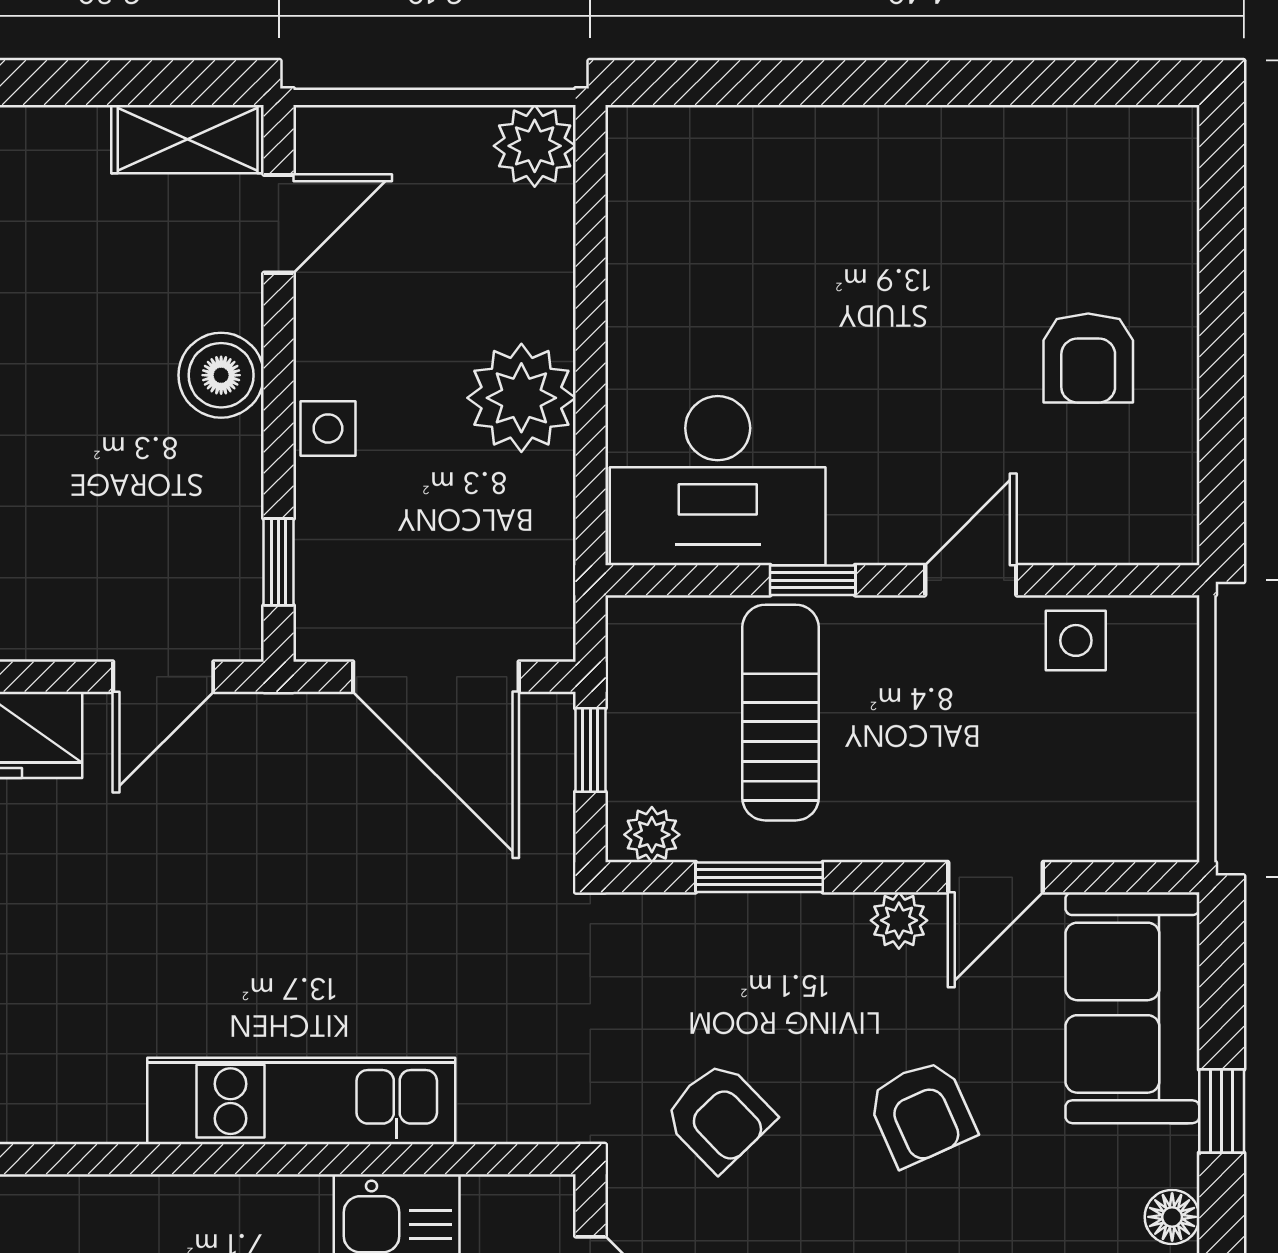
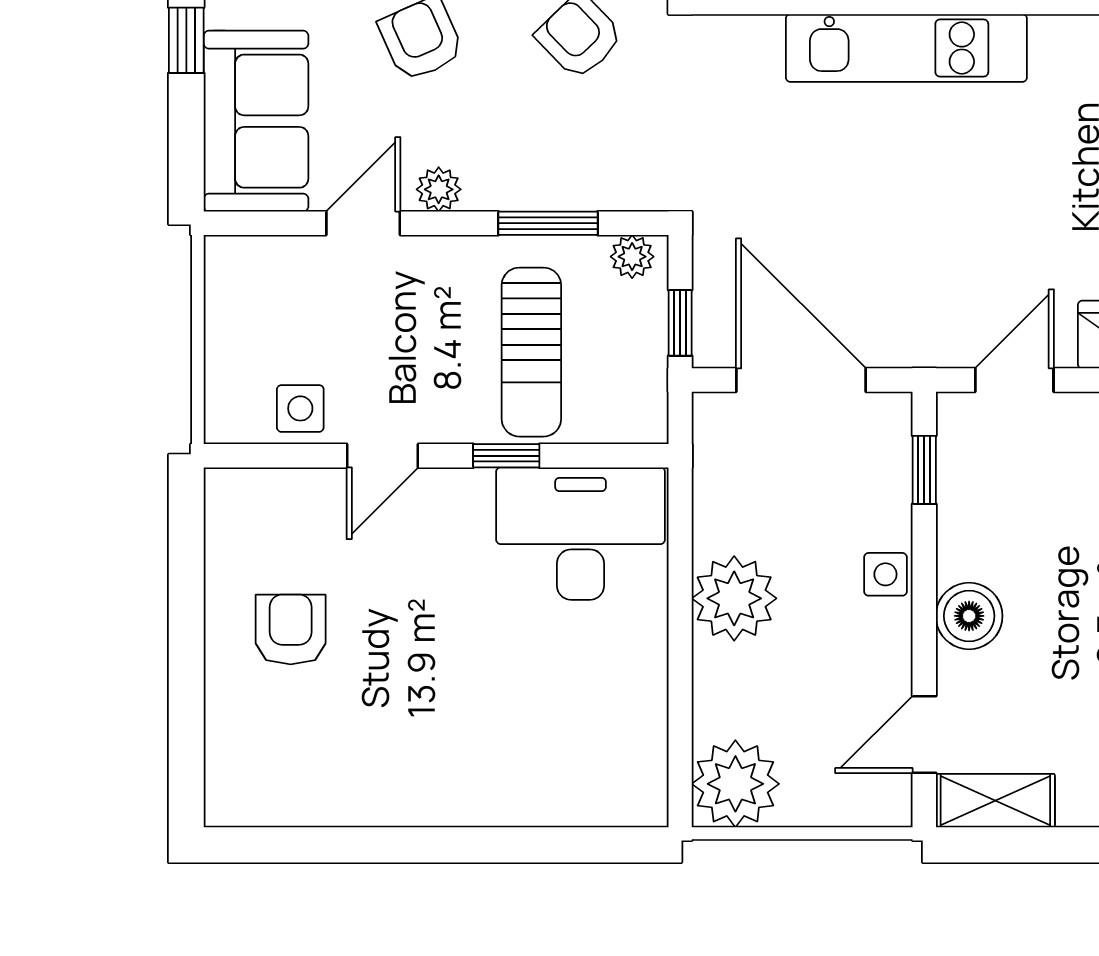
plant: (535, 146) -> (735, 784), width x1.36, depth x1.36

